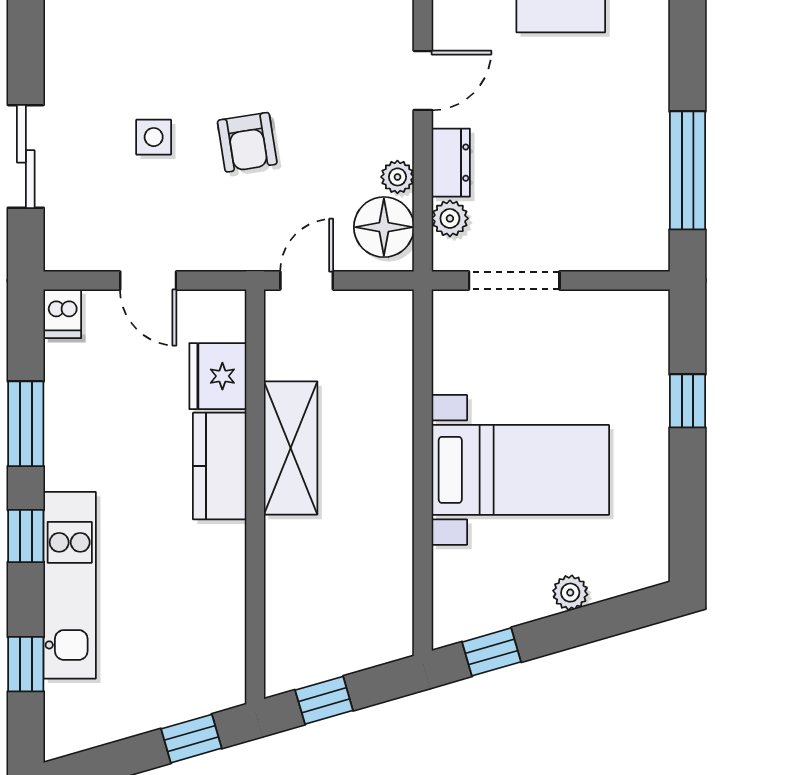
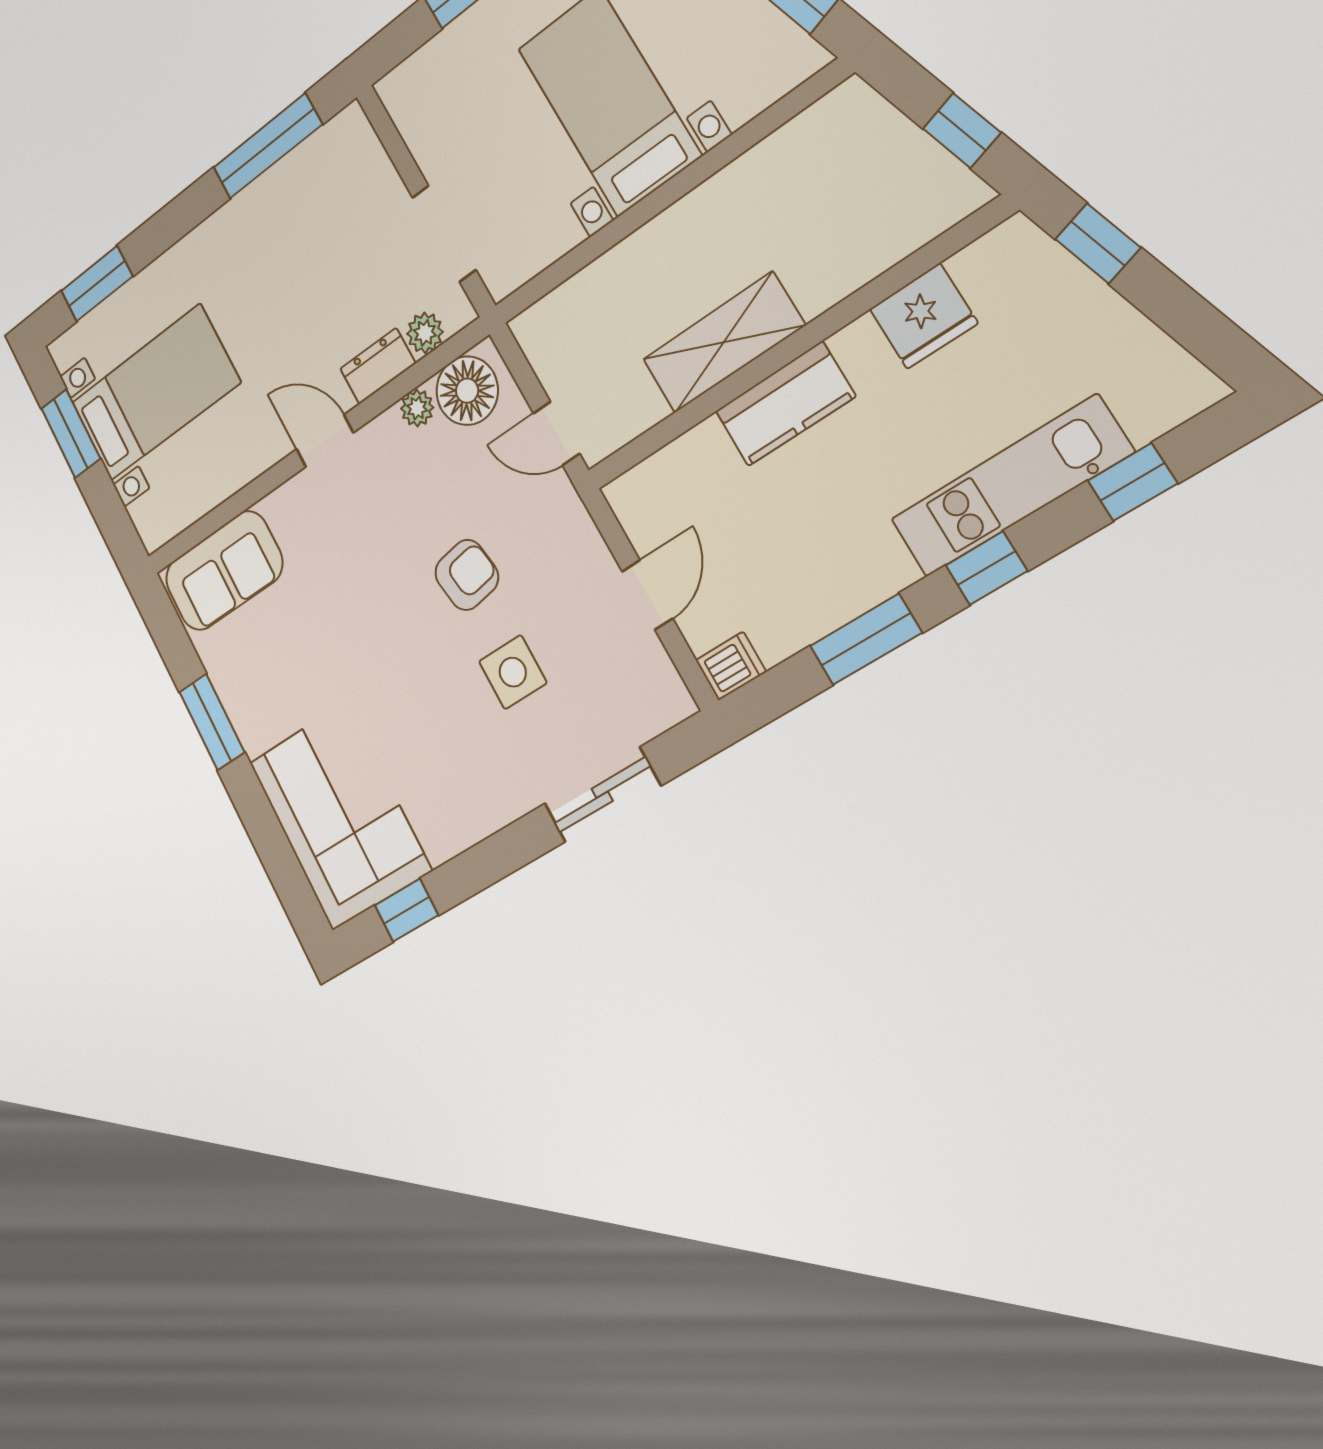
side table: (154, 137) -> (513, 672), width x1.37, depth x1.37
fridge: (218, 376) -> (923, 316), moved

